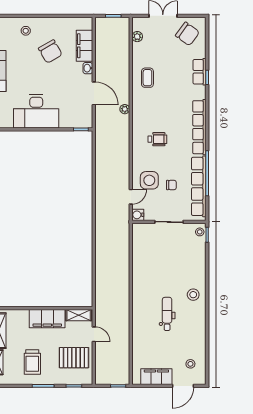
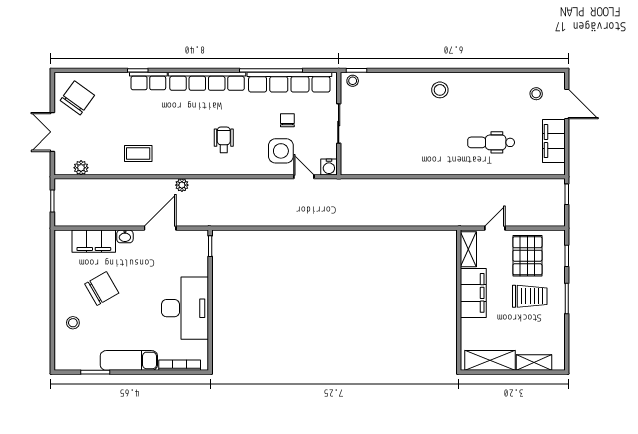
row of seats: (200, 72) -> (148, 81), moved
dental chair: (167, 314) -> (491, 142), moved
trolley: (32, 362) -> (530, 296), moved

